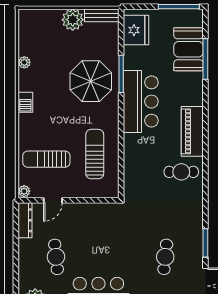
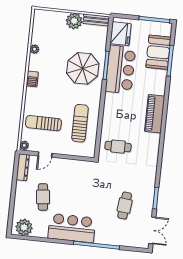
bar counter: (141, 102) -> (120, 69), moved
cafe table: (181, 172) -> (118, 147), moved

